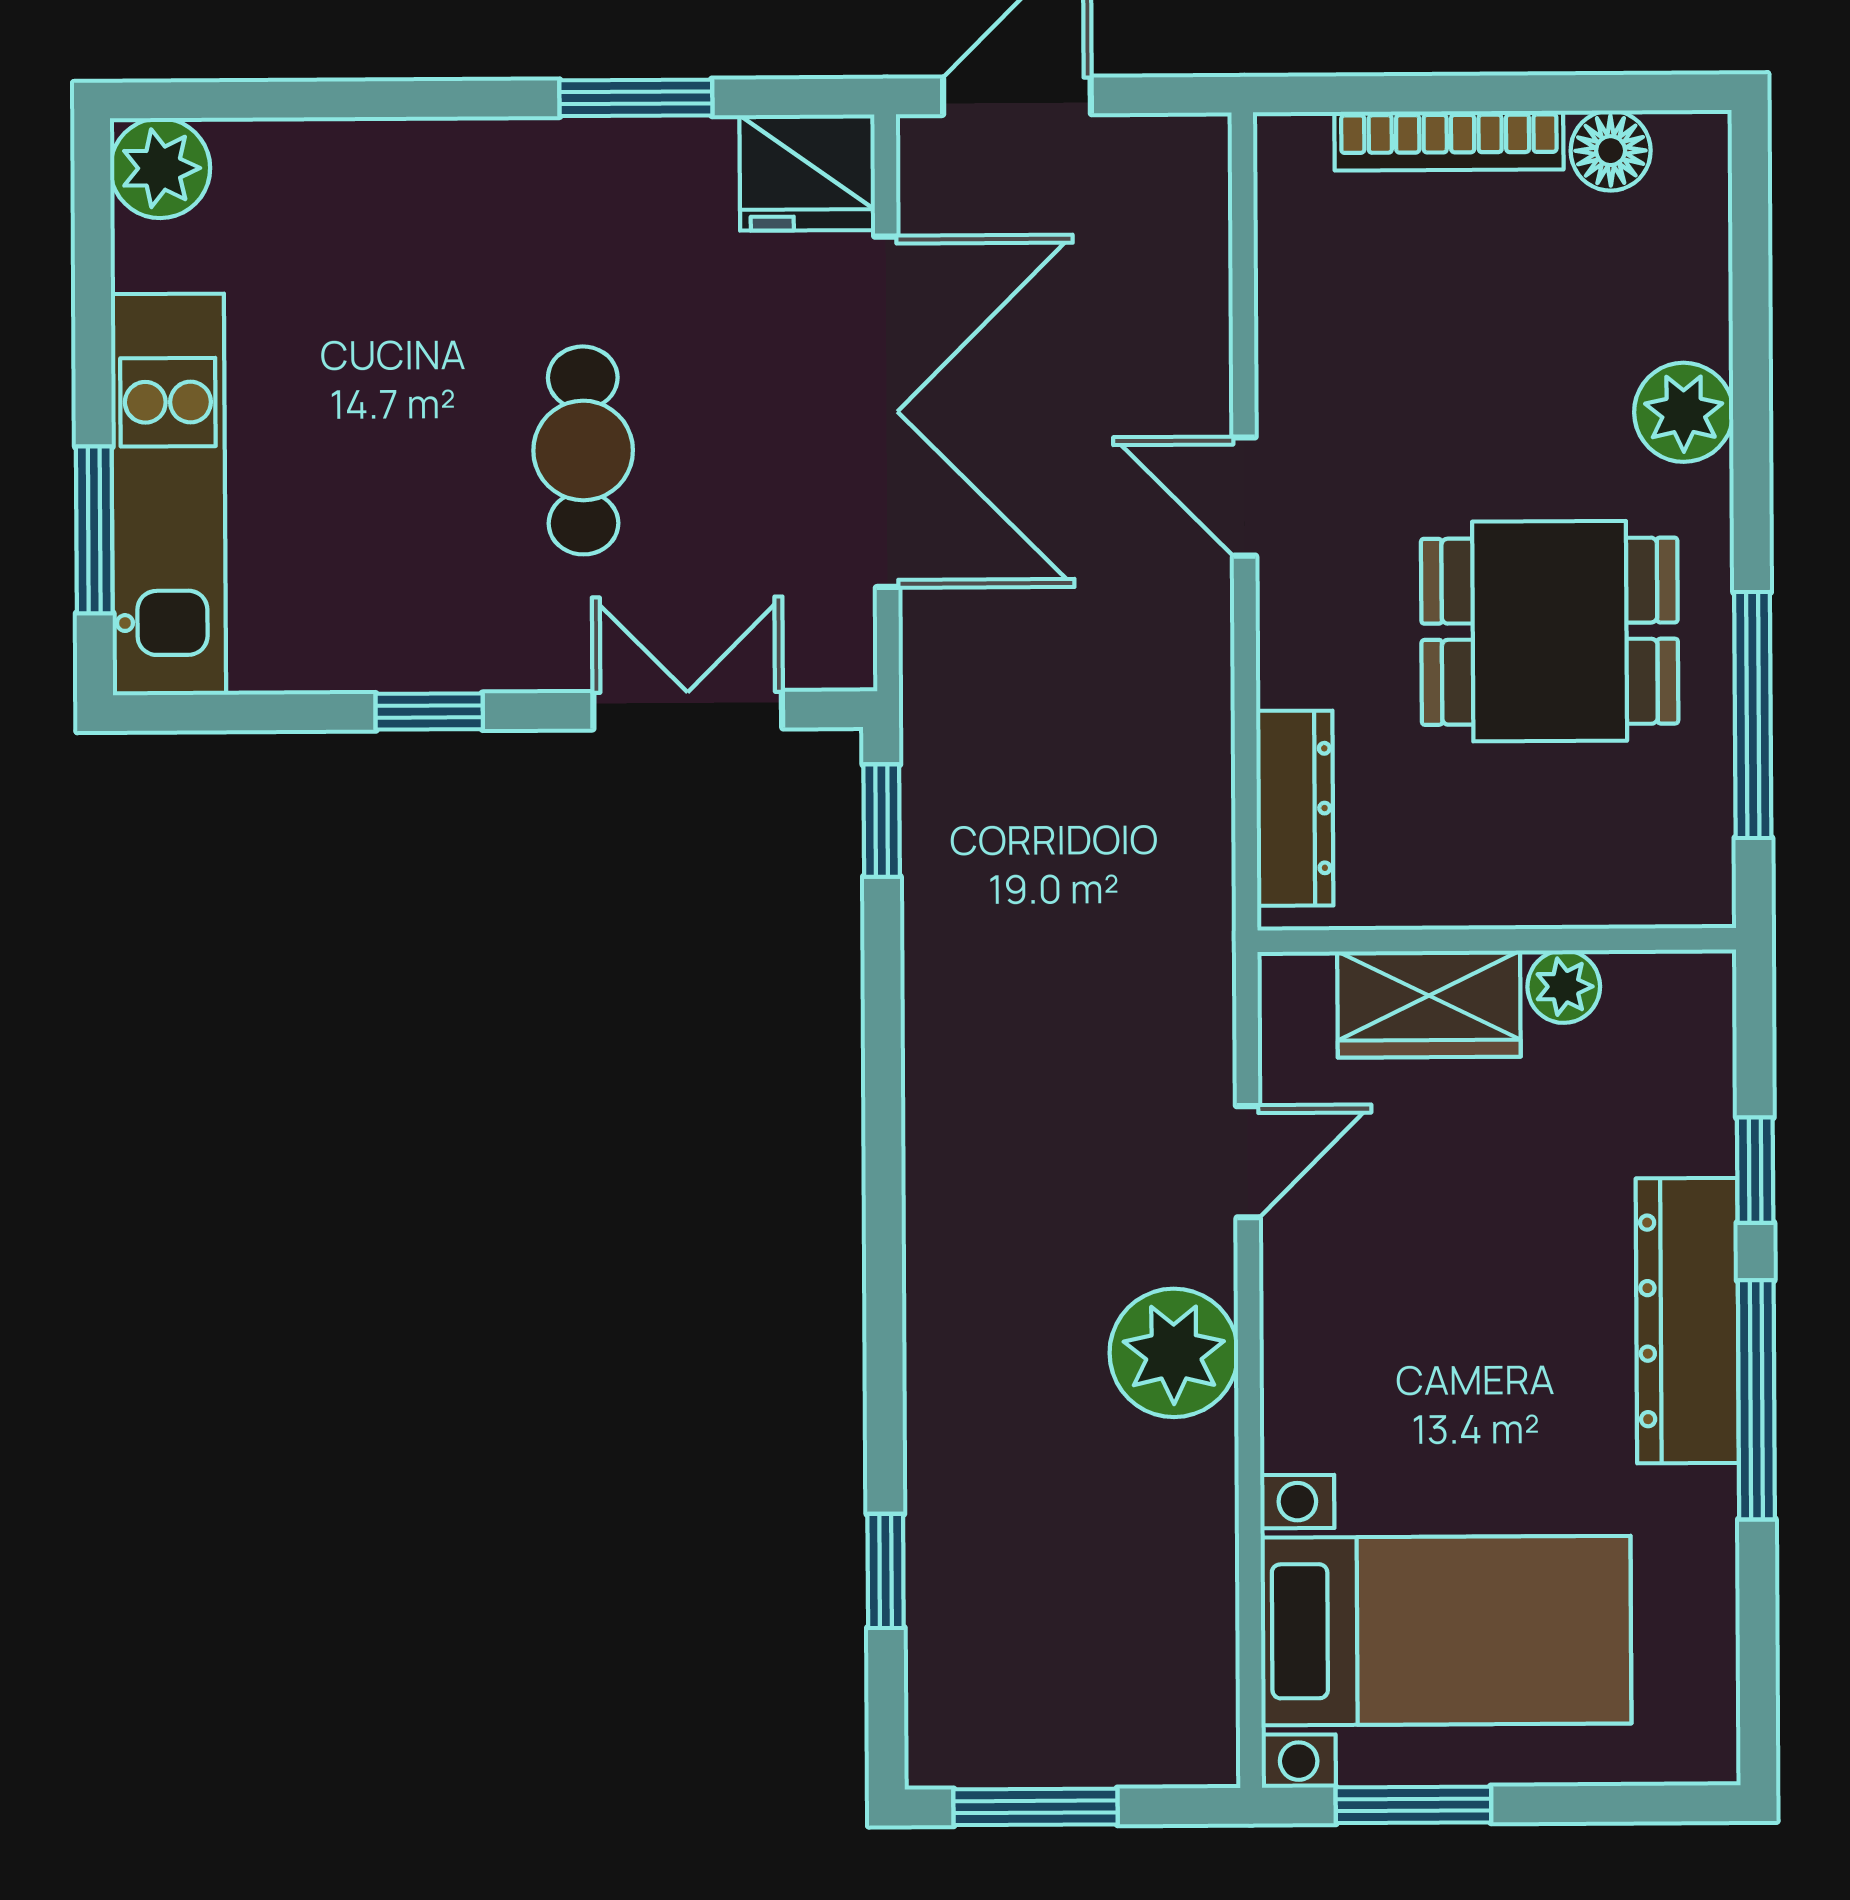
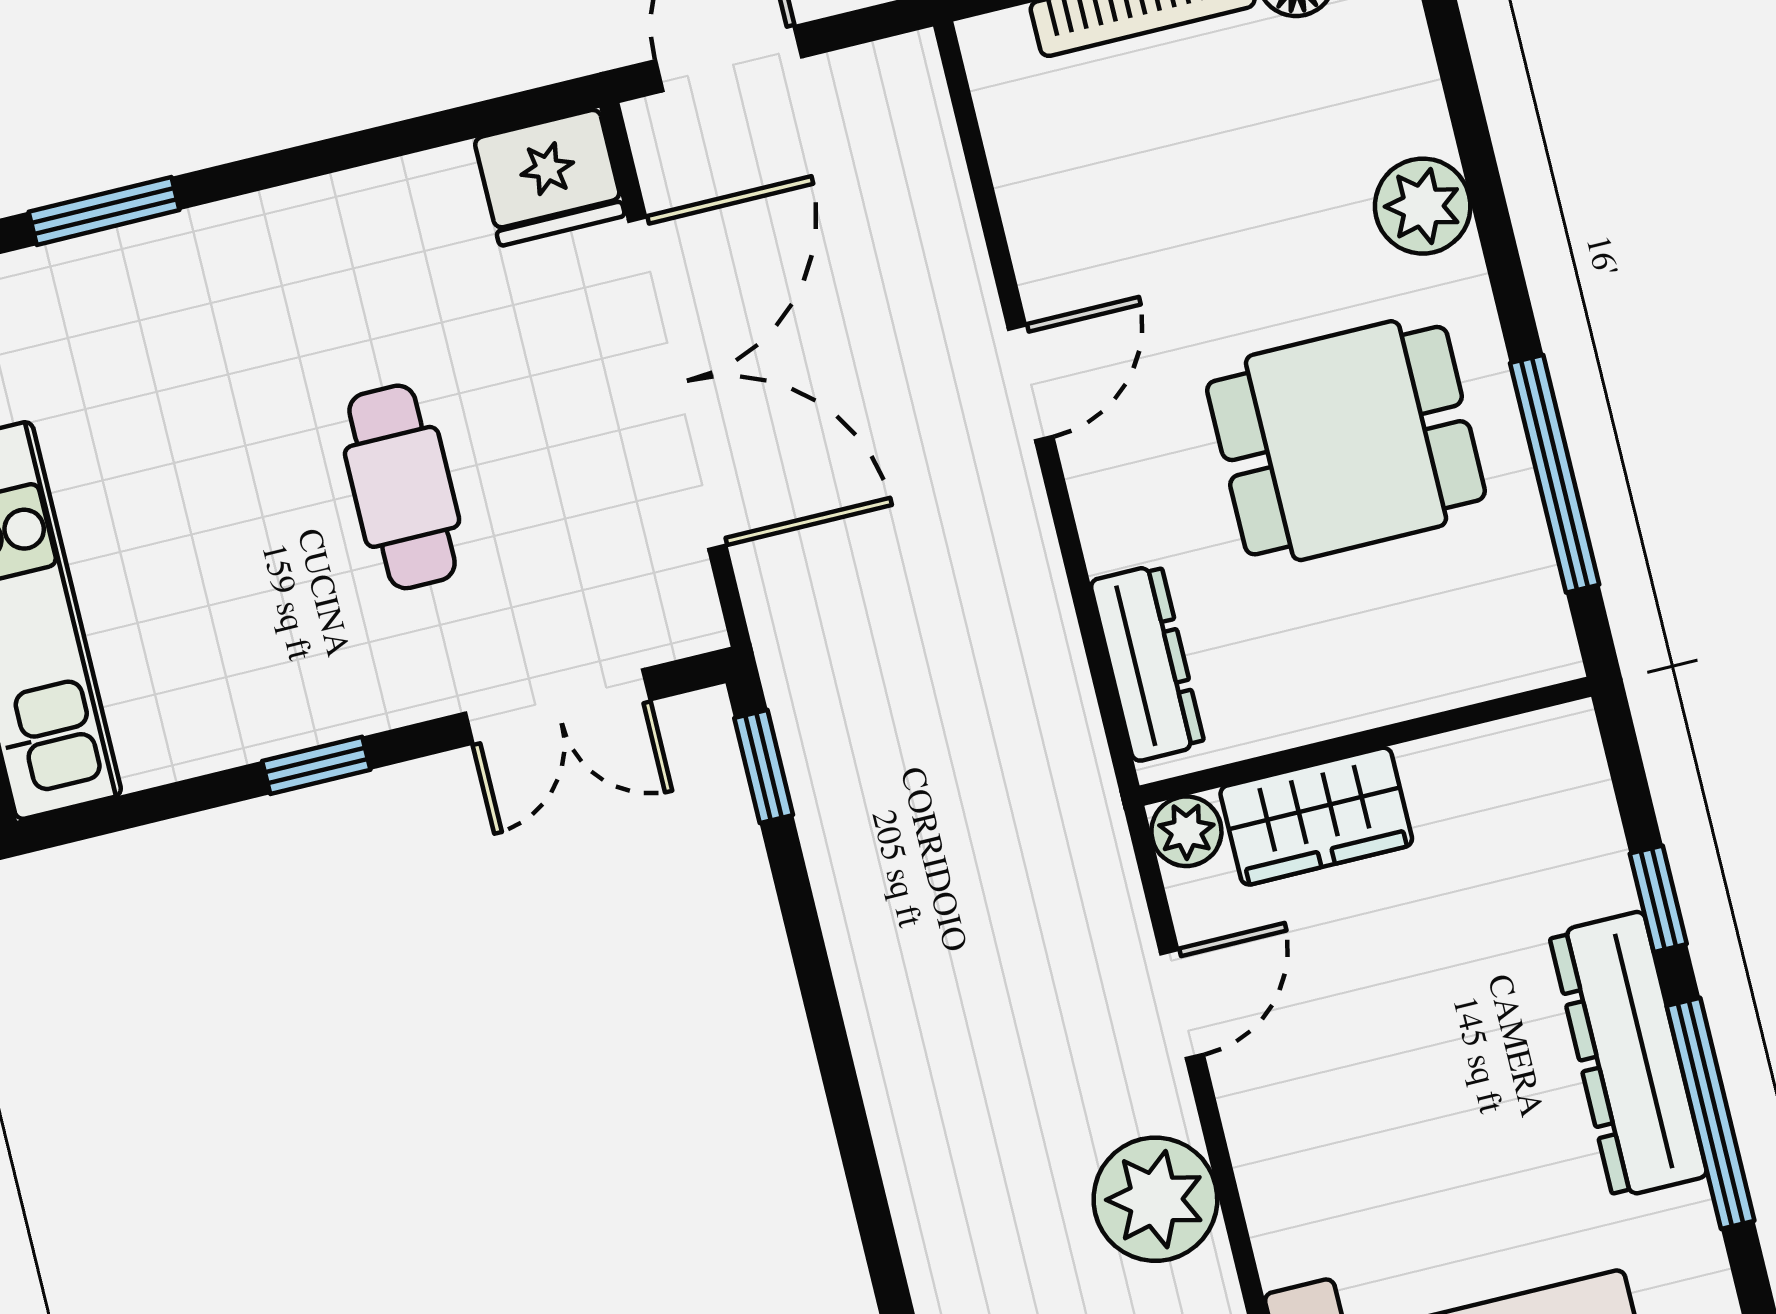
window: (636, 98) -> (104, 211), moved
door: (1244, 497) -> (1031, 383), swing flipped
double door: (688, 710) -> (558, 707), swing flipped
plant: (1564, 987) -> (1186, 831), moved

